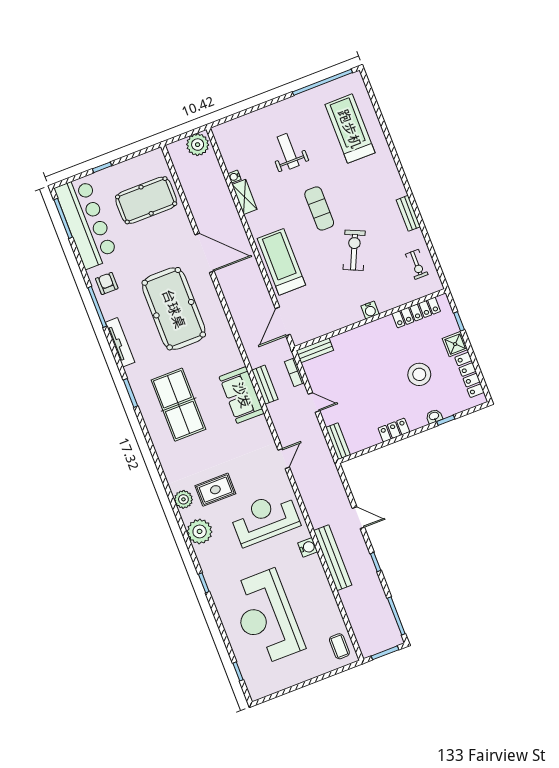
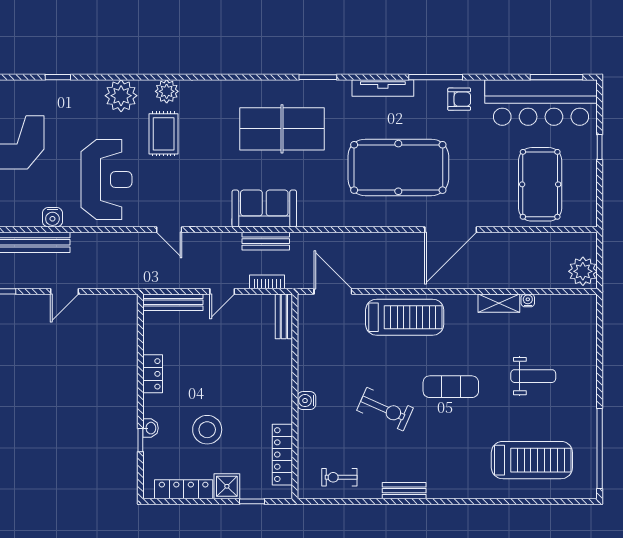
bench: (338, 441) -> (173, 302), width x1.36

